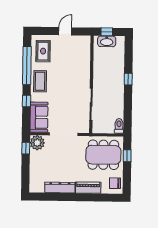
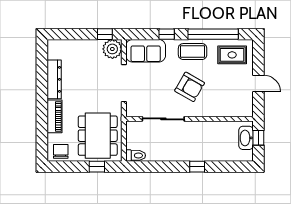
armchair: (67, 84) -> (190, 87), added

